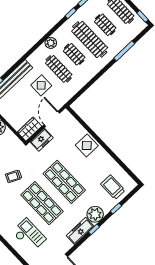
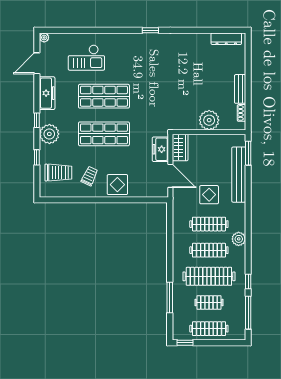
clothes rail: (74, 54) -> (209, 250), width x1.36
trolley: (14, 176) -> (90, 176), moved
freezer: (80, 231) -> (47, 93), moved

